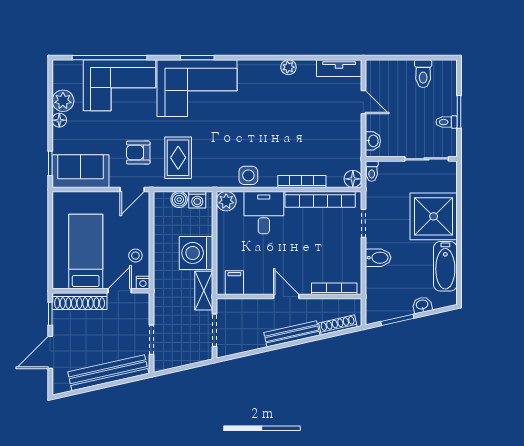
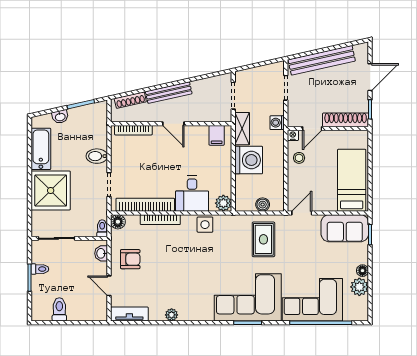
armchair: (138, 153) -> (130, 259), moved
washing machine: (197, 200) -> (277, 123), moved, turned -90
bed: (86, 251) -> (352, 180), moved, turned 180

